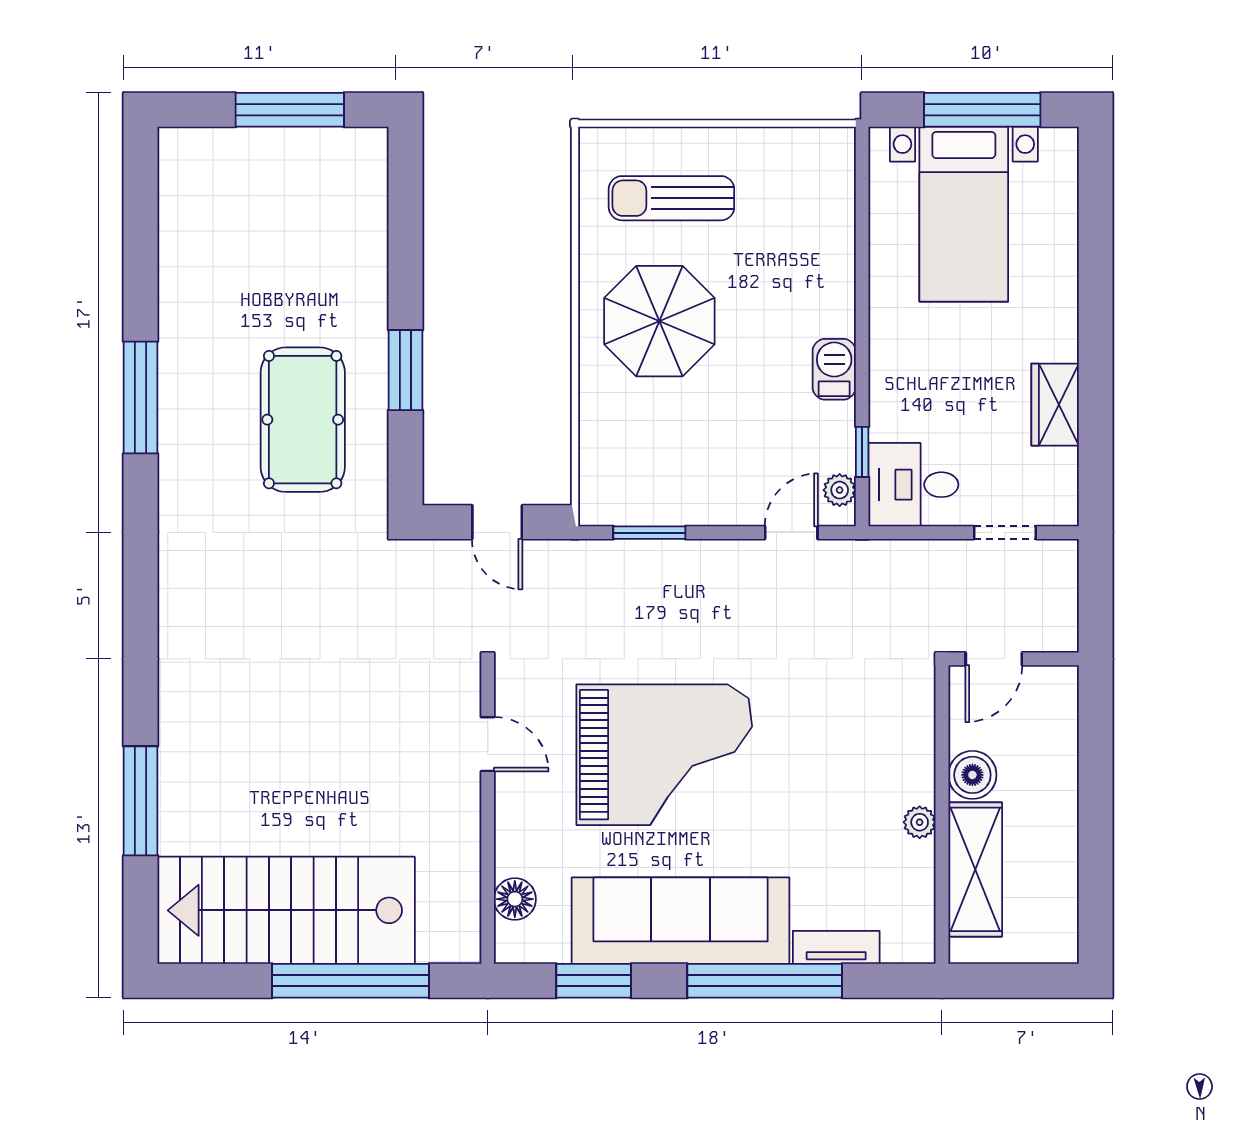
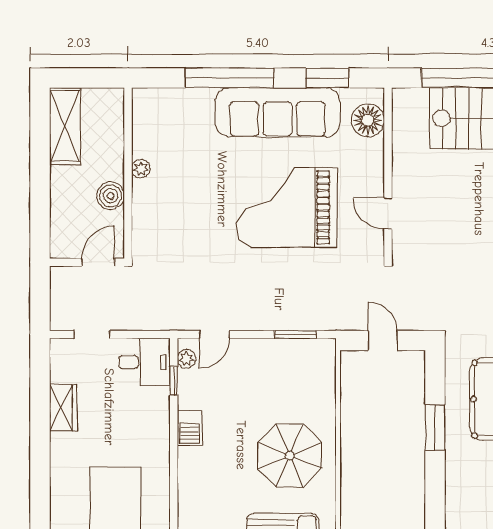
shelving: (975, 869) -> (65, 126), moved
floor lamp: (515, 899) -> (368, 120), width x1.38, depth x1.38
tv unit: (836, 947) -> (189, 97), removed

